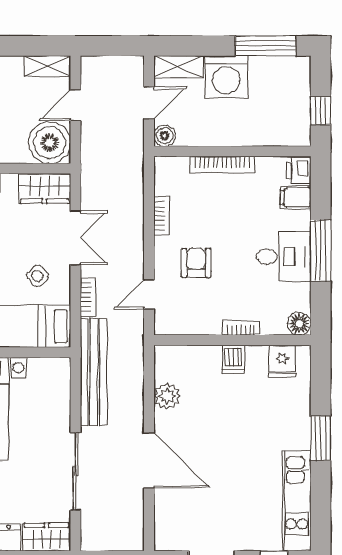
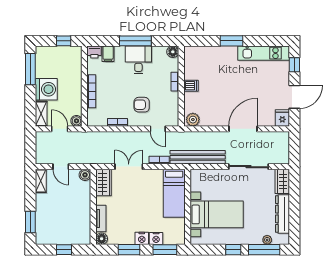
boiler: (50, 143) -> (85, 175), width x0.54, depth x0.54
side table: (38, 276) -> (148, 186), removed
fridge: (282, 361) -> (282, 118), moved, turned -90
plant: (167, 396) -> (193, 120), moved

